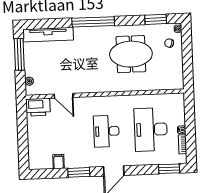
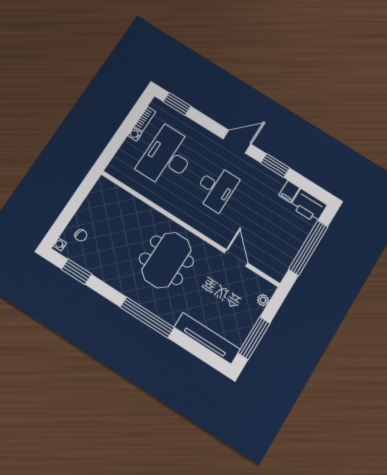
meeting table: (131, 54) -> (166, 260), moved, turned 90
printer: (38, 107) -> (308, 206), moved, turned 180
desk: (151, 129) -> (167, 157), turned 180
window: (23, 133) -> (308, 248), added

